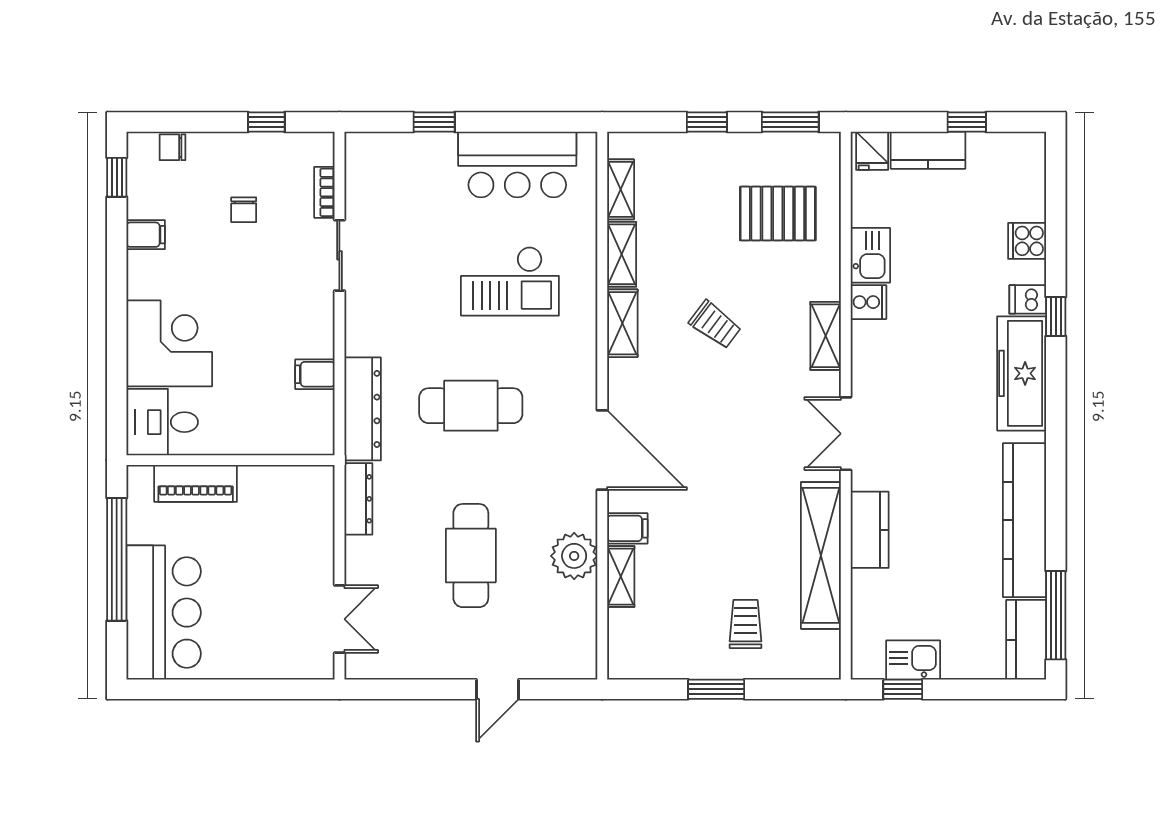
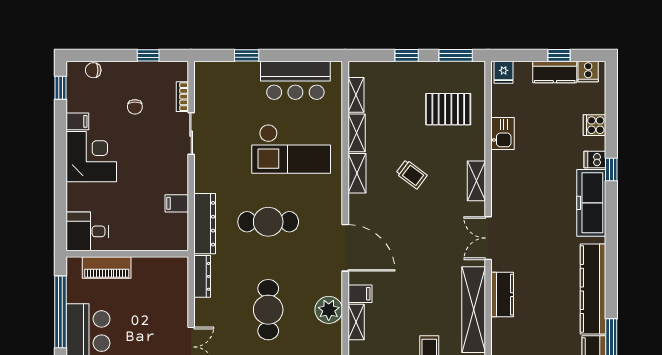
kitchen counter: (928, 150) -> (555, 72), moved
checkout: (510, 281) -> (291, 149), width x1.36, depth x1.21
cooker: (868, 302) -> (588, 72), moved, turned 90
corner desk: (169, 343) -> (91, 157), moved

